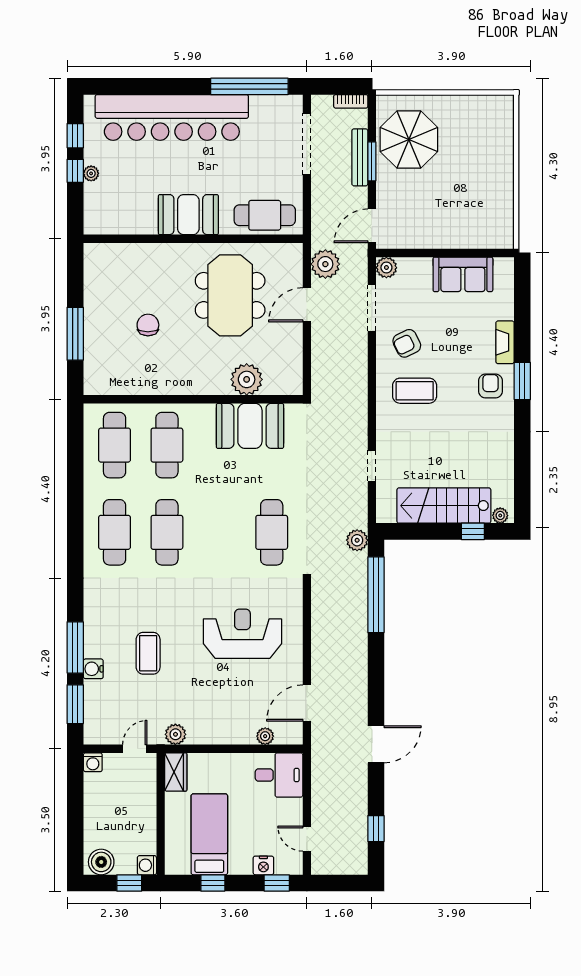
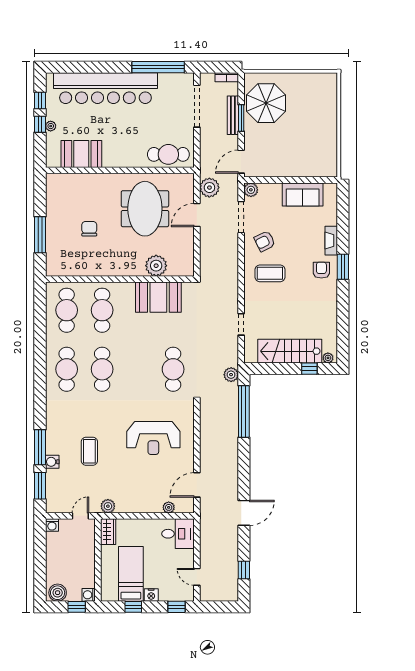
booth: (188, 215) -> (81, 154), moved
reception desk: (242, 634) -> (153, 438), turned 180
nightstand: (263, 865) -> (151, 595), moved

